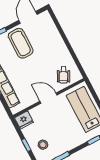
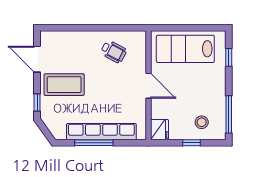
wheelchair: (63, 75) -> (114, 52), moved
door: (48, 98) -> (149, 86), swing flipped

